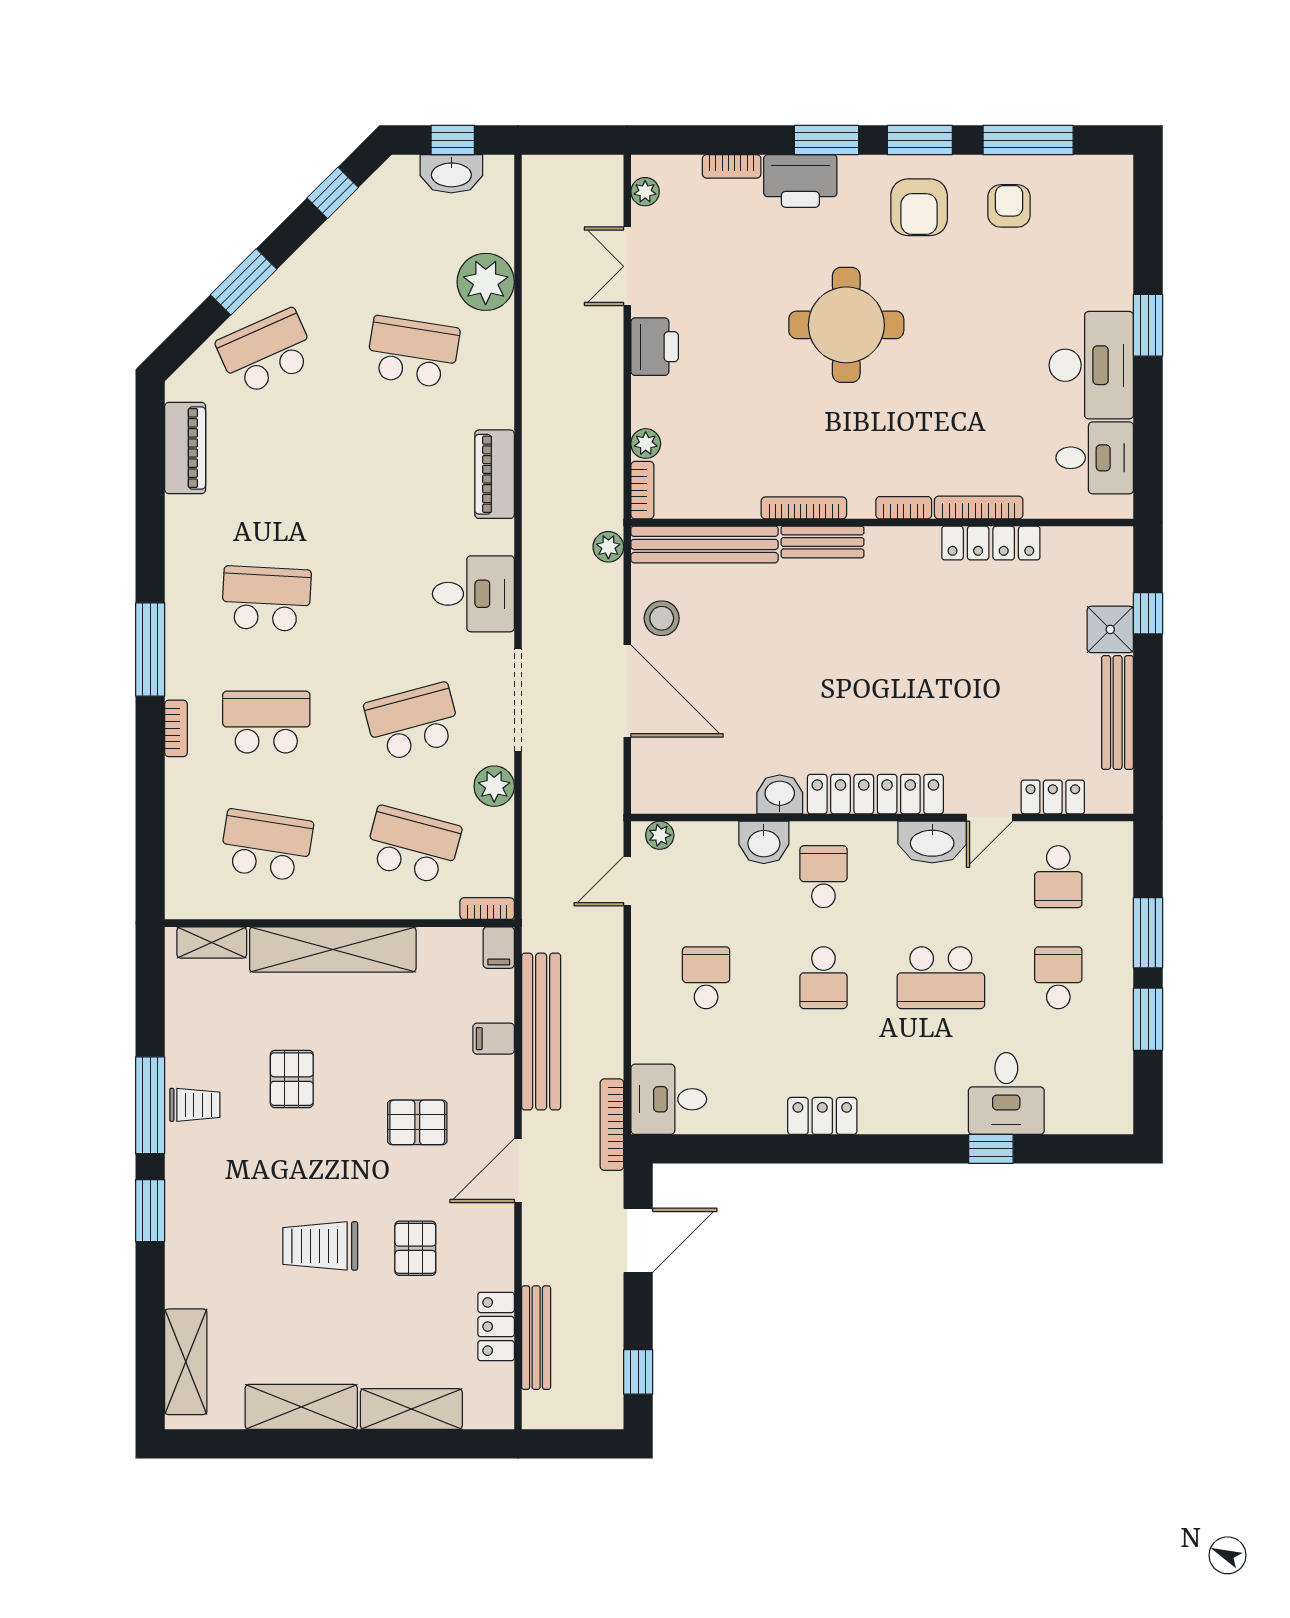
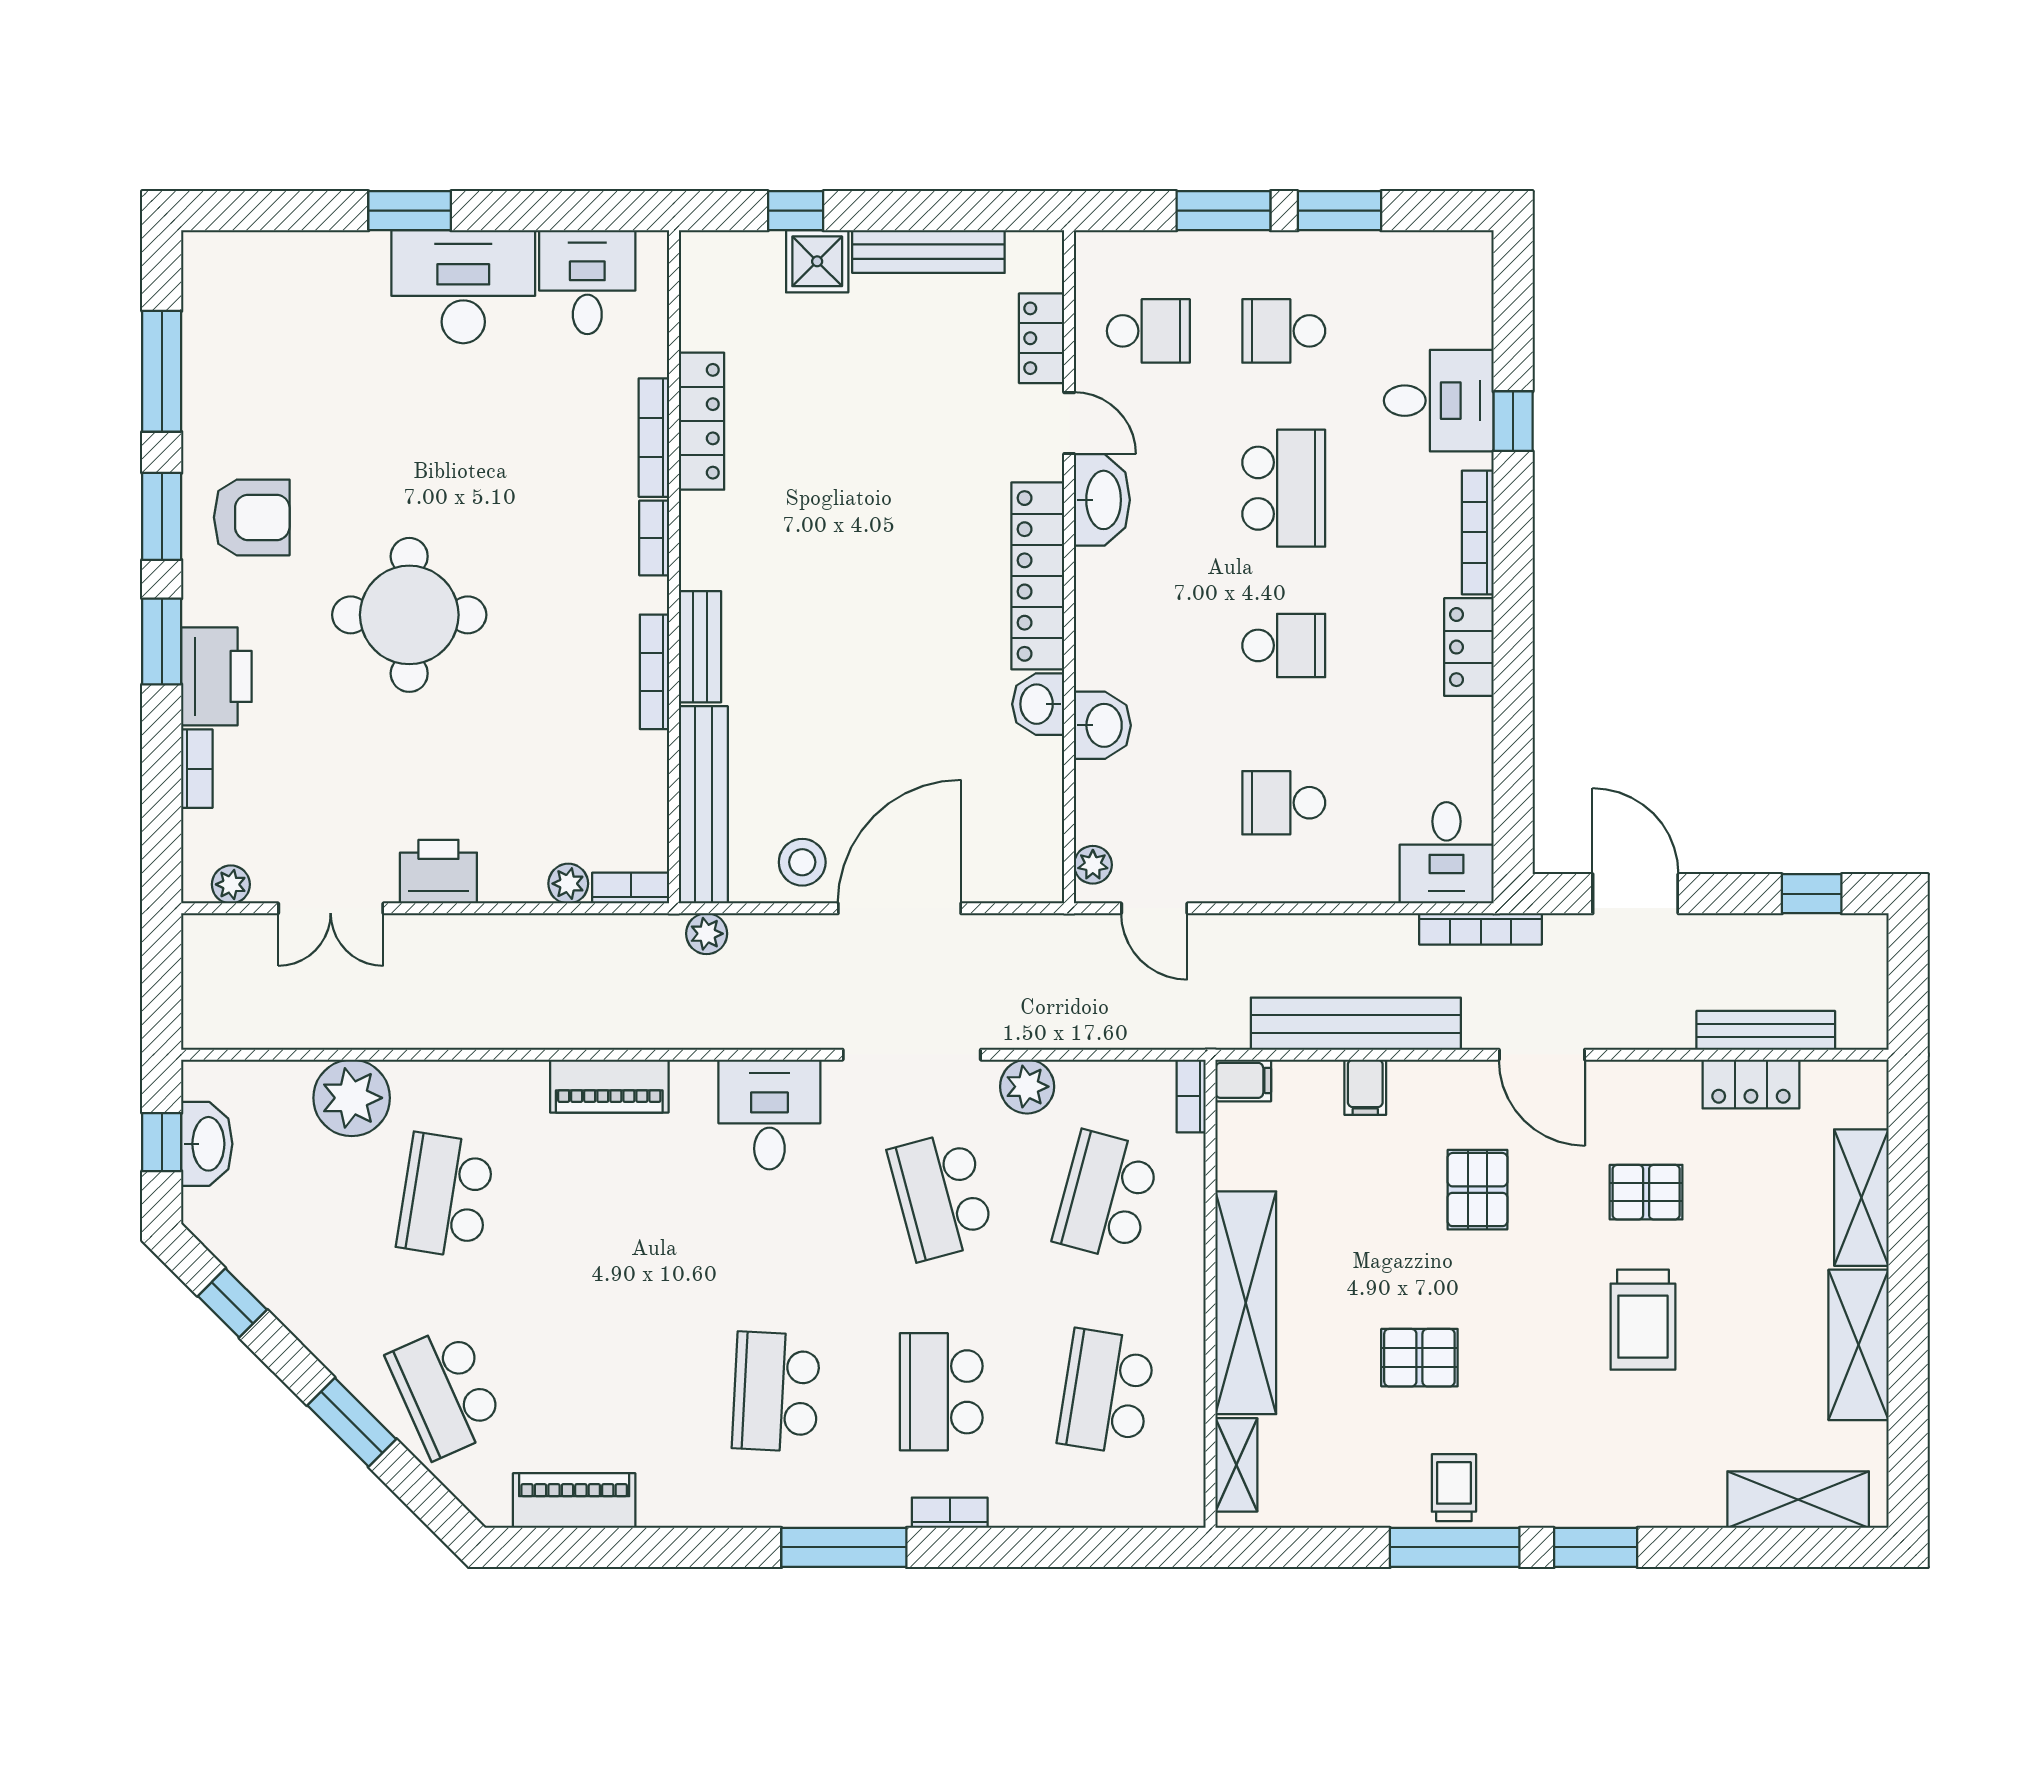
armchair: (1009, 206) -> (250, 397), removed
school desk: (823, 877) -> (1148, 645), removed
bookcase: (908, 1123) -> (1478, 532), added

